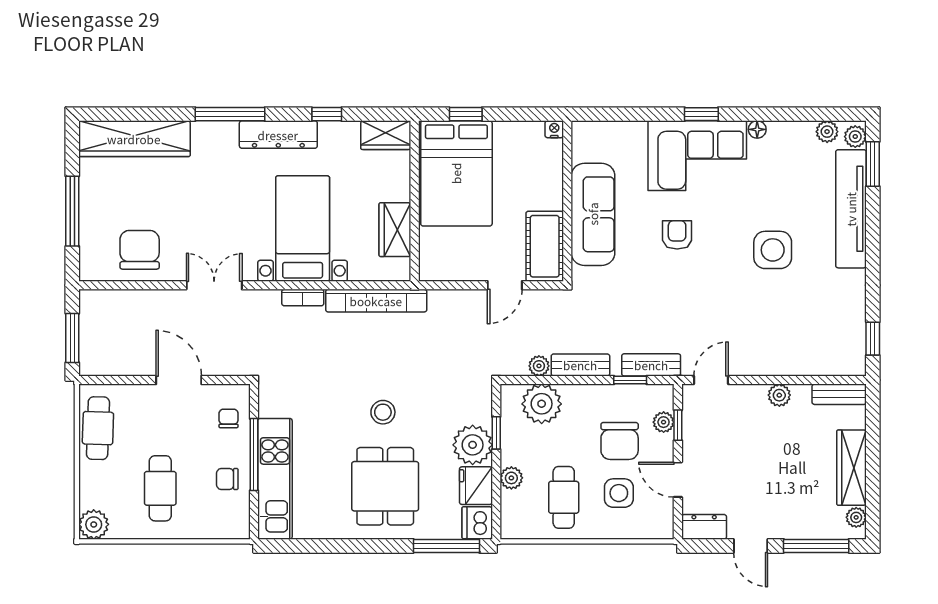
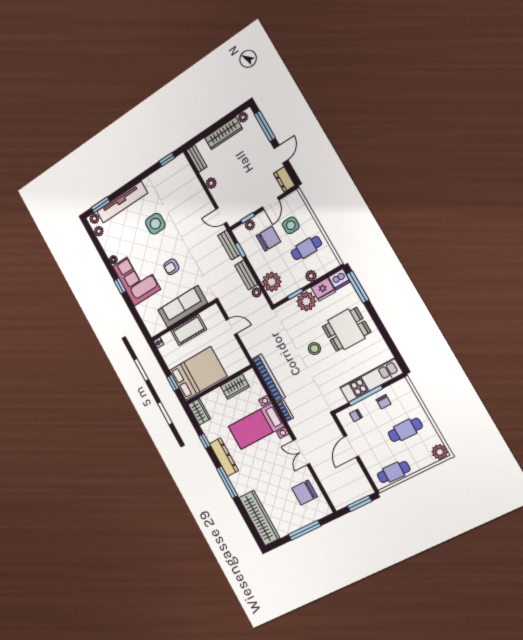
cot: (545, 246) -> (189, 330), moved

